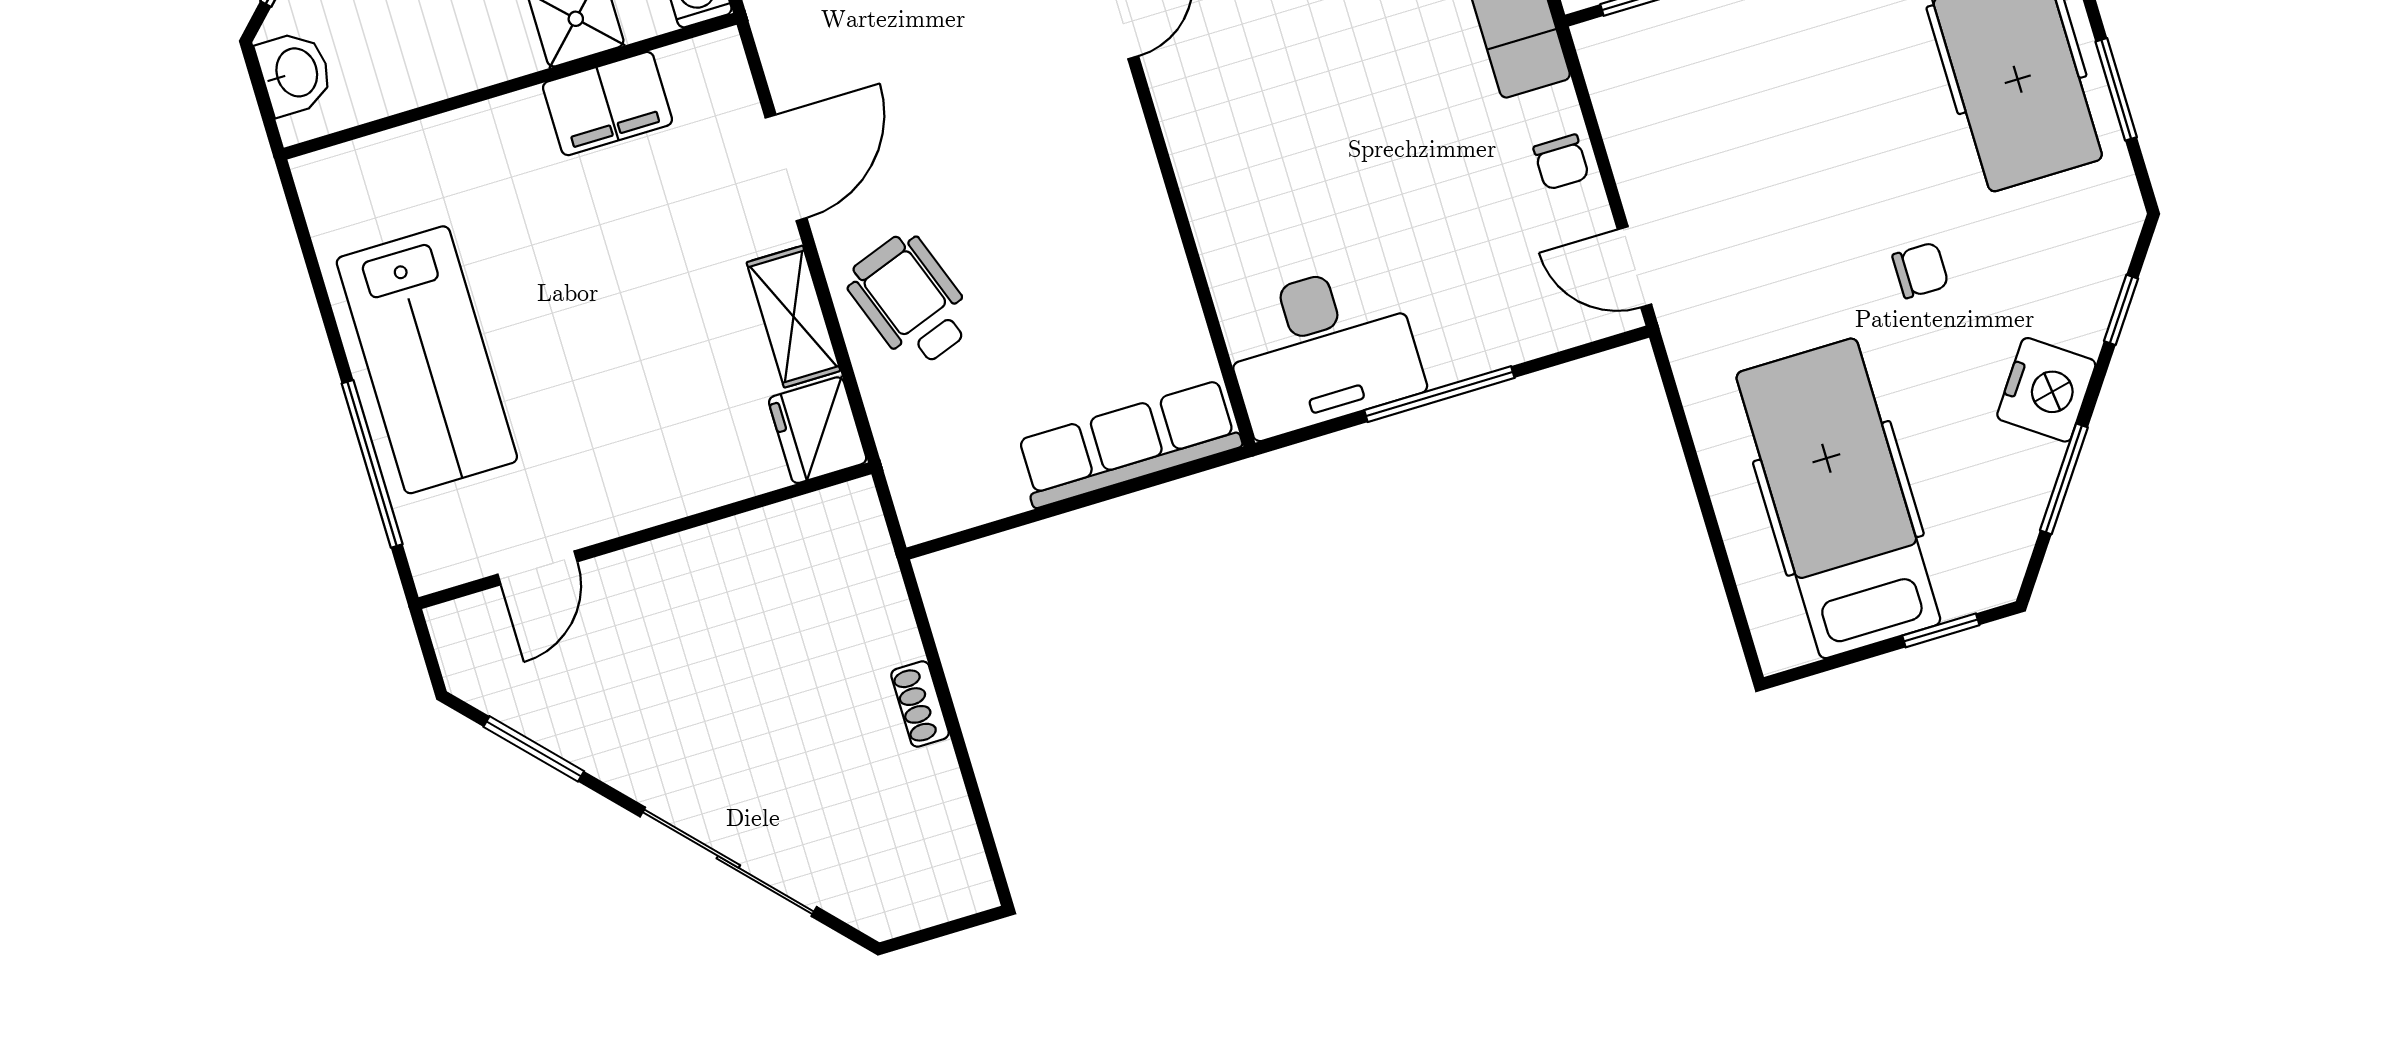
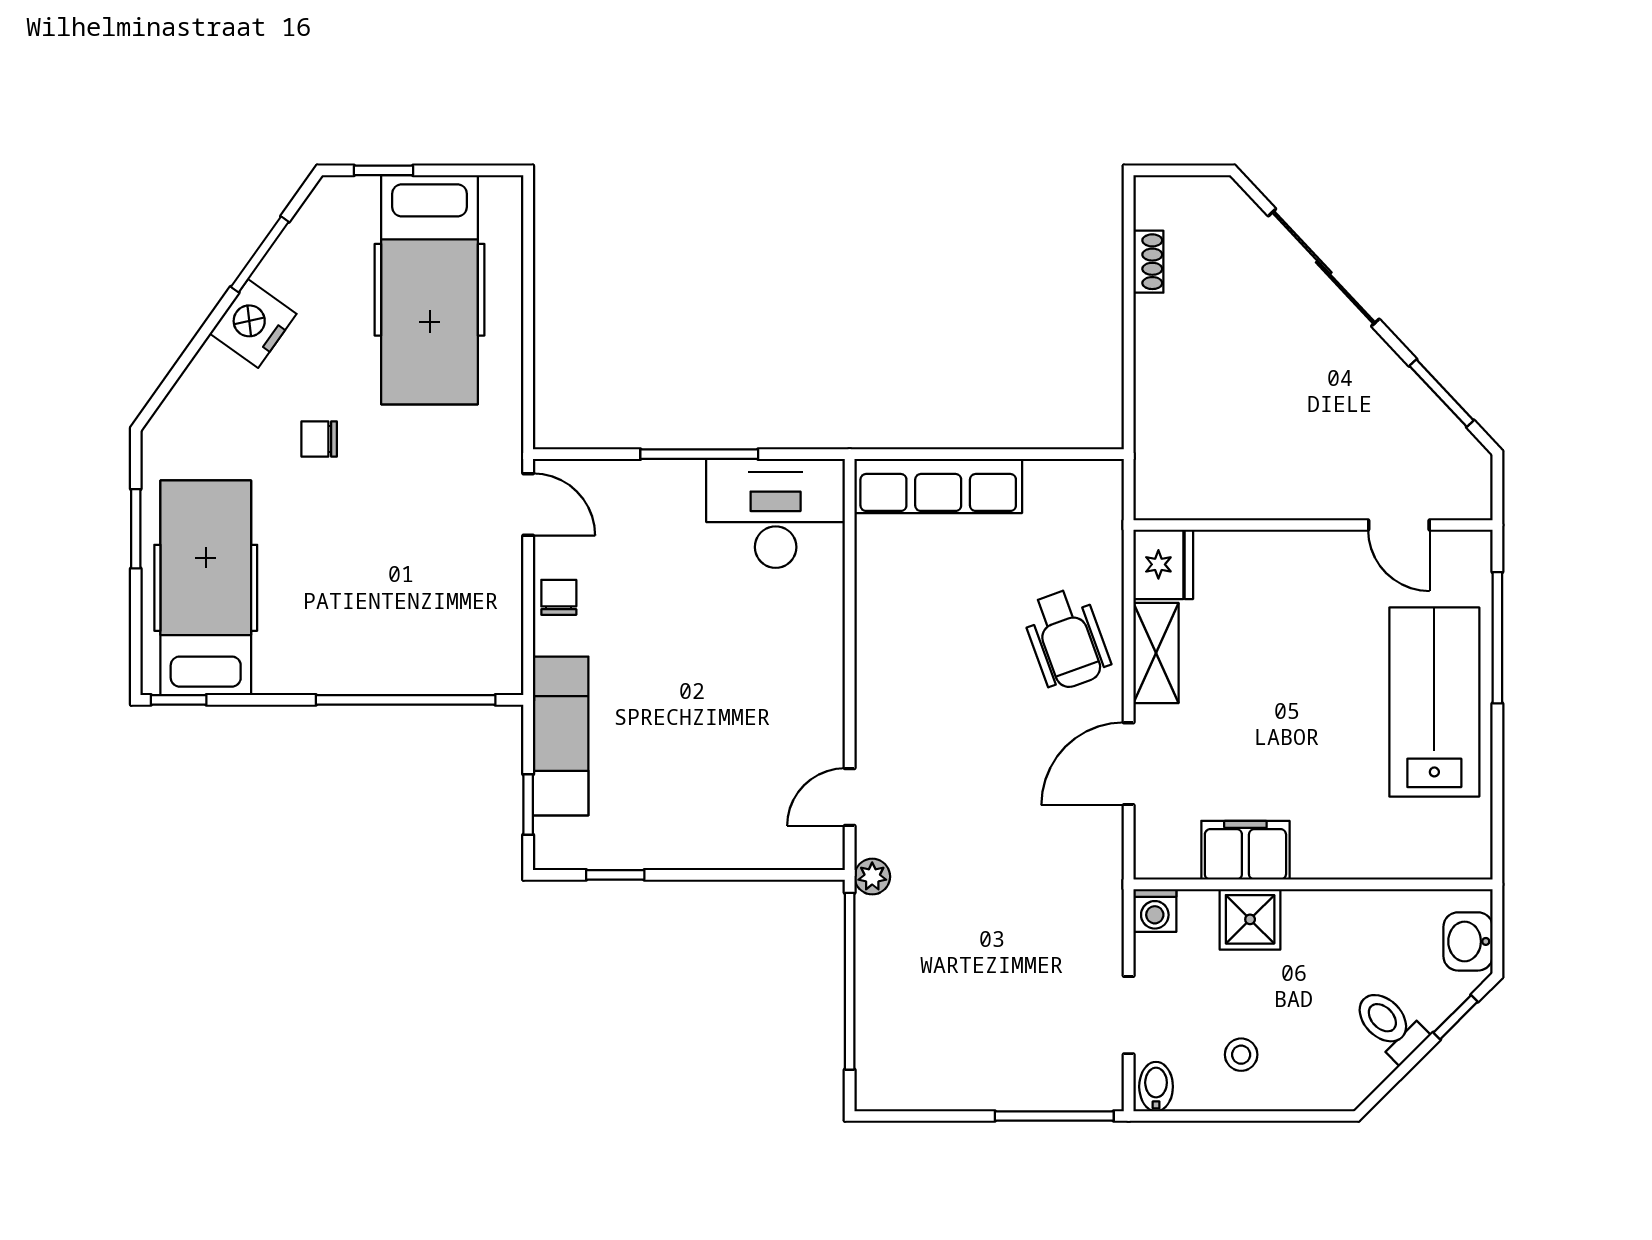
window: (2121, 310) -> (181, 366), removed
door: (538, 568) -> (1399, 525), swing flipped
shoe rack: (920, 704) -> (1148, 262), moved

